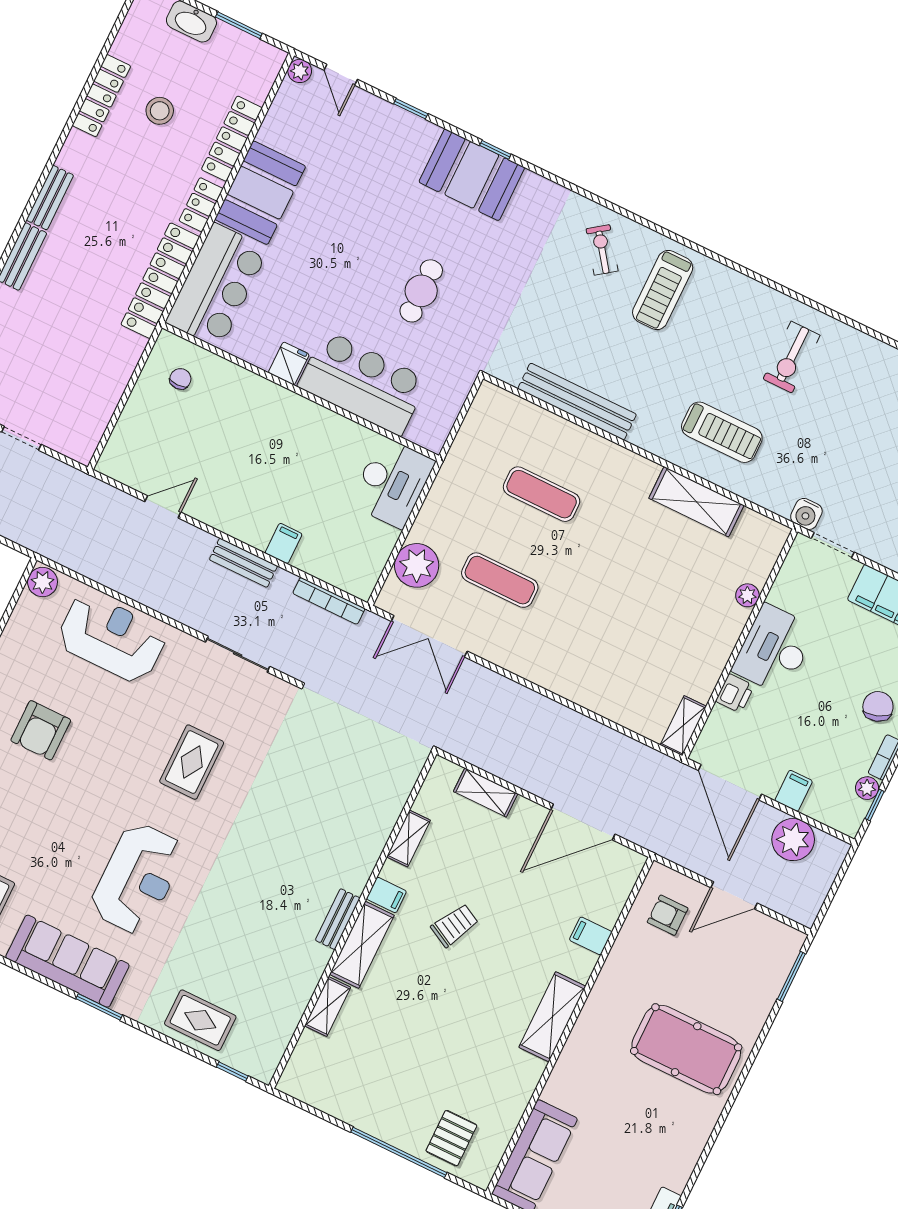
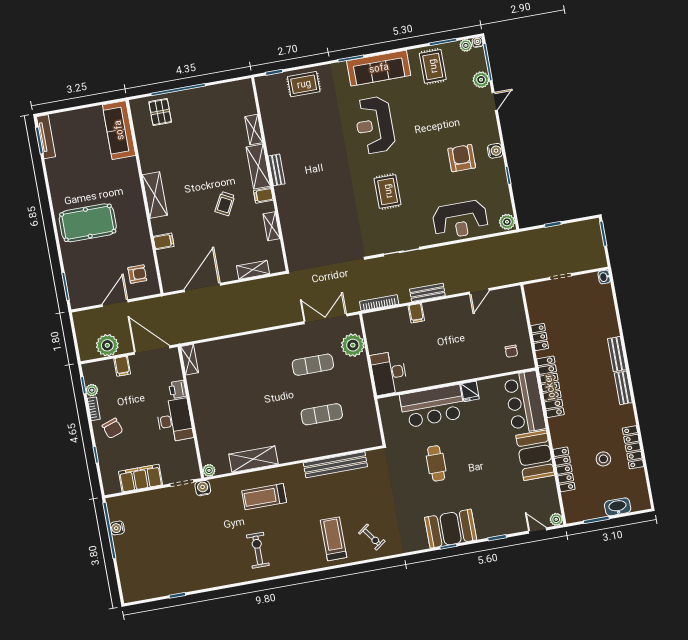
locker: (201, 205) -> (540, 337), moved
plant: (747, 595) -> (209, 470), moved

